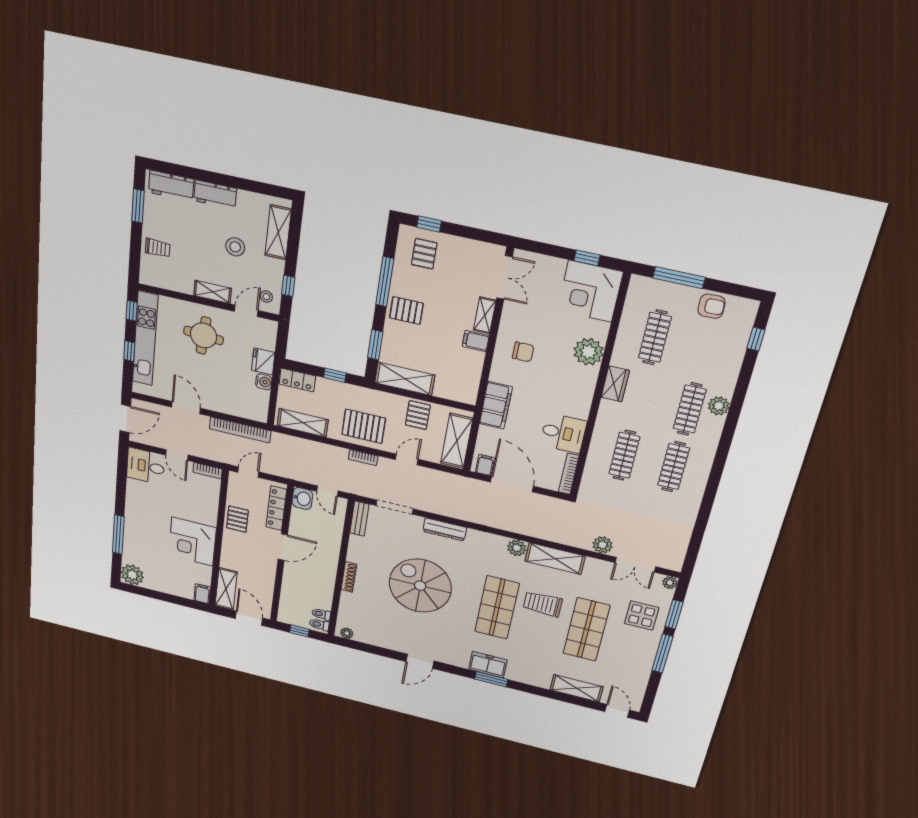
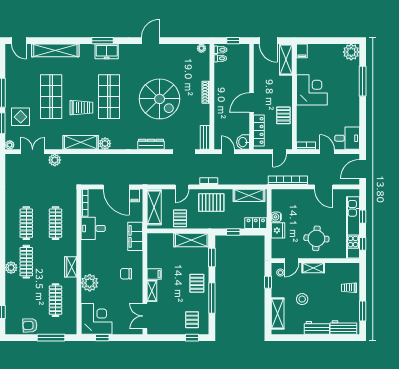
pallet: (406, 311) -> (197, 283), turned 90
shelving: (577, 688) -> (55, 50), width x1.47

